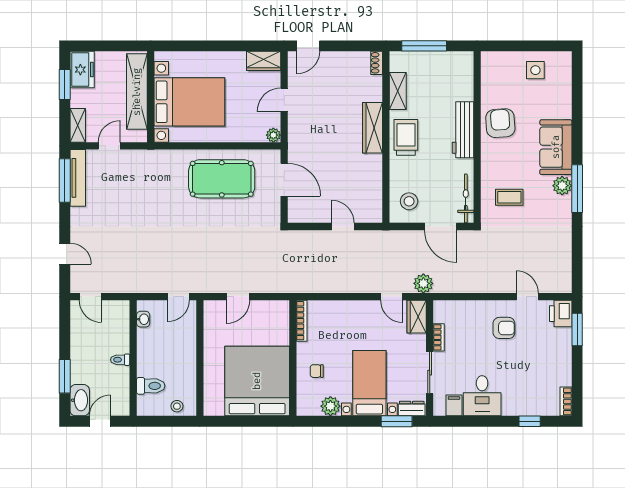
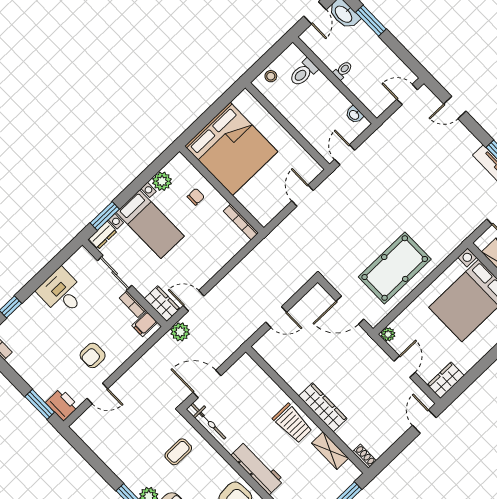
stool: (409, 201) -> (247, 380), removed
filing cabinet: (454, 405) -> (145, 324), moved, turned 90

